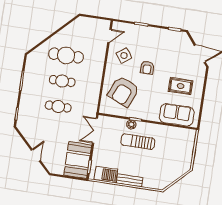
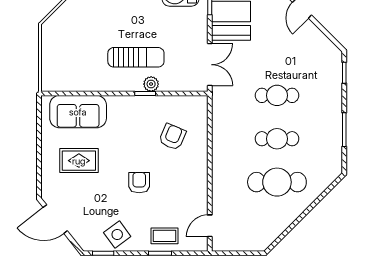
coffee table: (137, 34) -> (165, 236), added
side table: (124, 56) -> (117, 235), moved
armchair: (123, 91) -> (172, 137), width x0.53, depth x0.53

